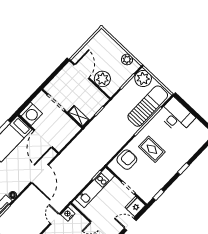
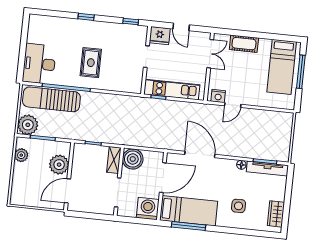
boiler: (70, 129) -> (133, 159), added
armchair: (127, 160) -> (120, 79), removed
door: (40, 174) -> (200, 154), hinge flipped

